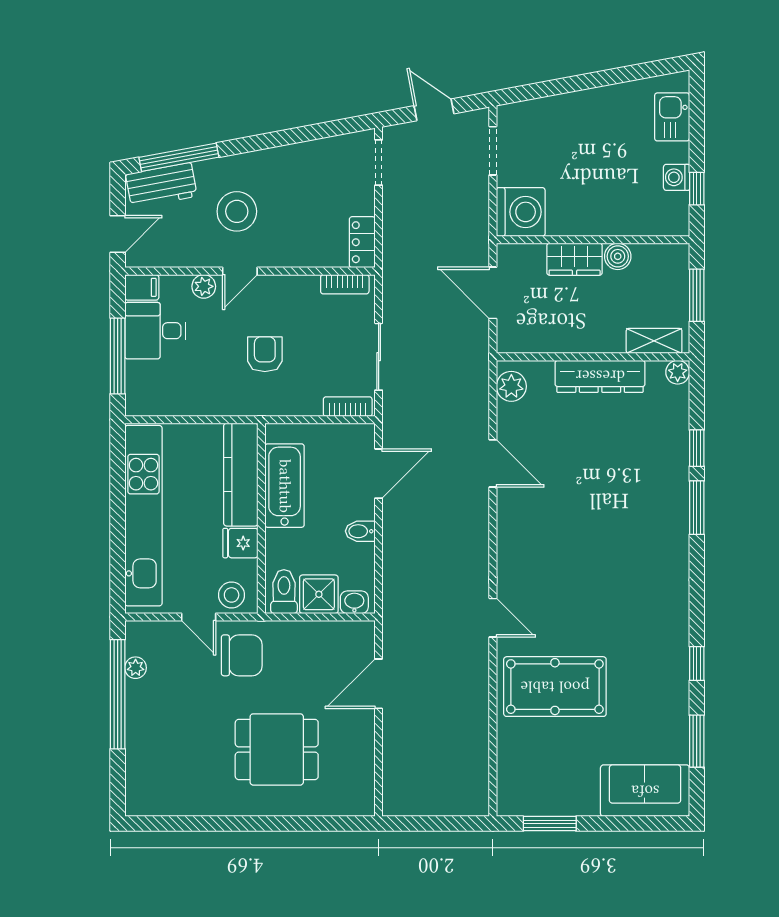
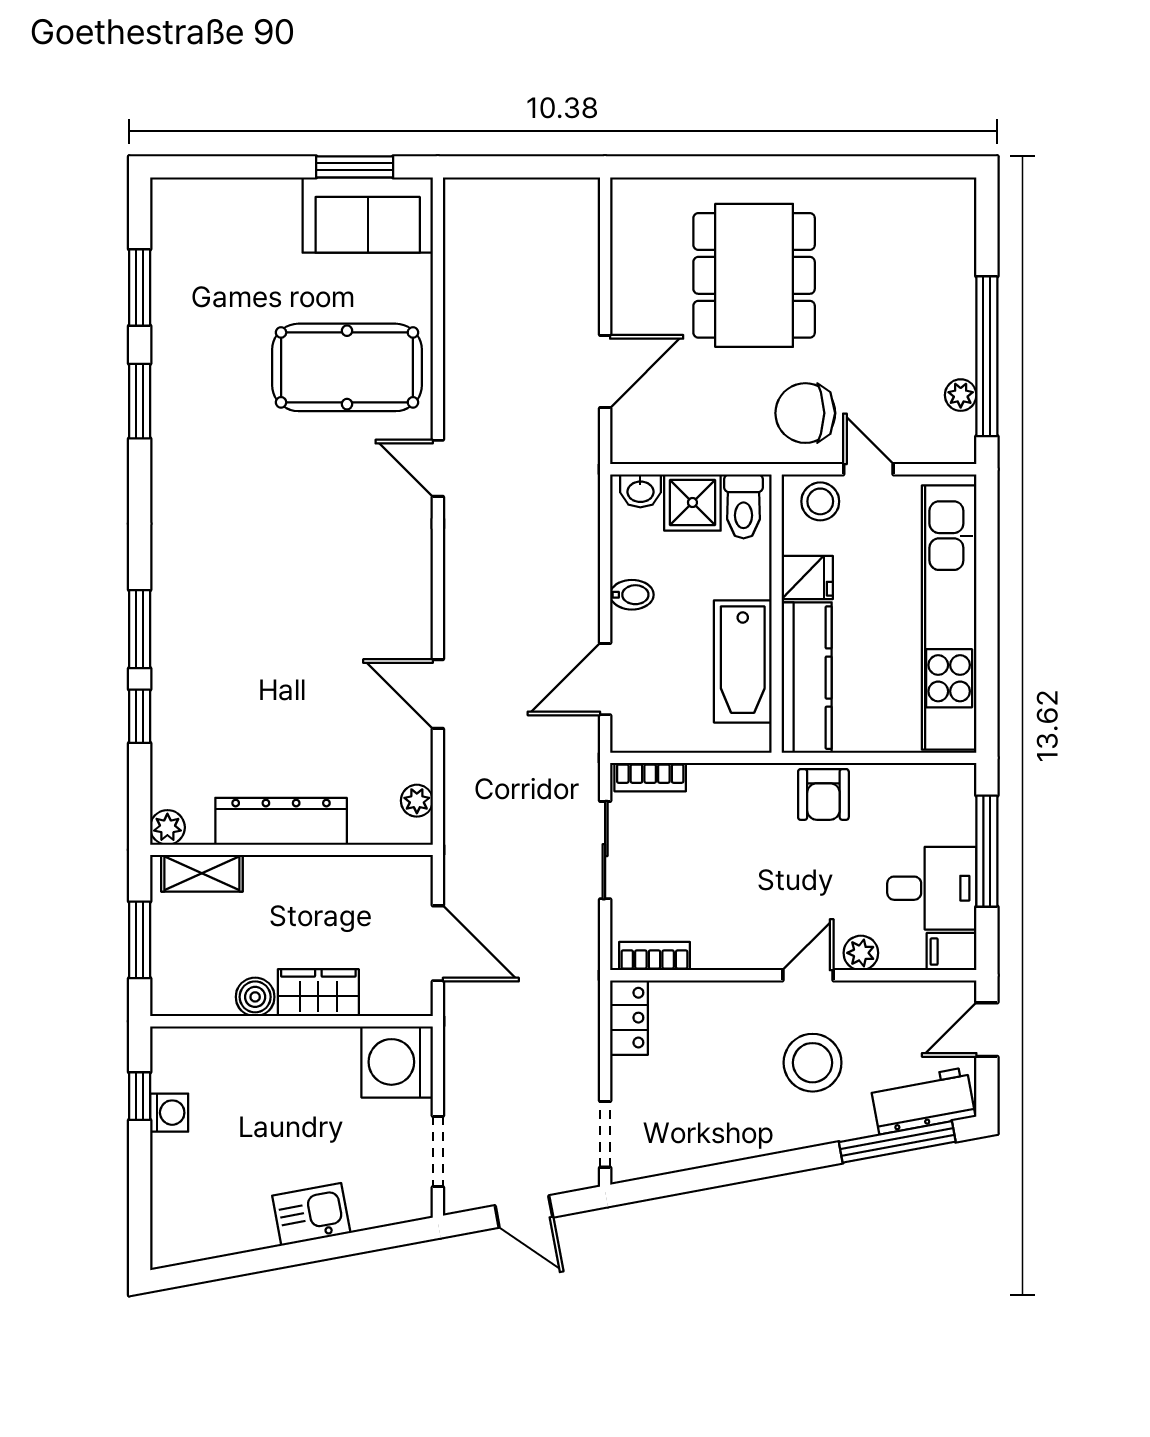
kitchen sink: (672, 117) -> (311, 1214), moved, turned -101
armchair: (265, 354) -> (823, 794), moved
plant: (511, 386) -> (417, 801), width x0.73, depth x0.73
window: (697, 664) -> (140, 401), width x1.50
dining table: (277, 749) -> (754, 275), width x1.37
sofa: (645, 791) -> (368, 215), moved

